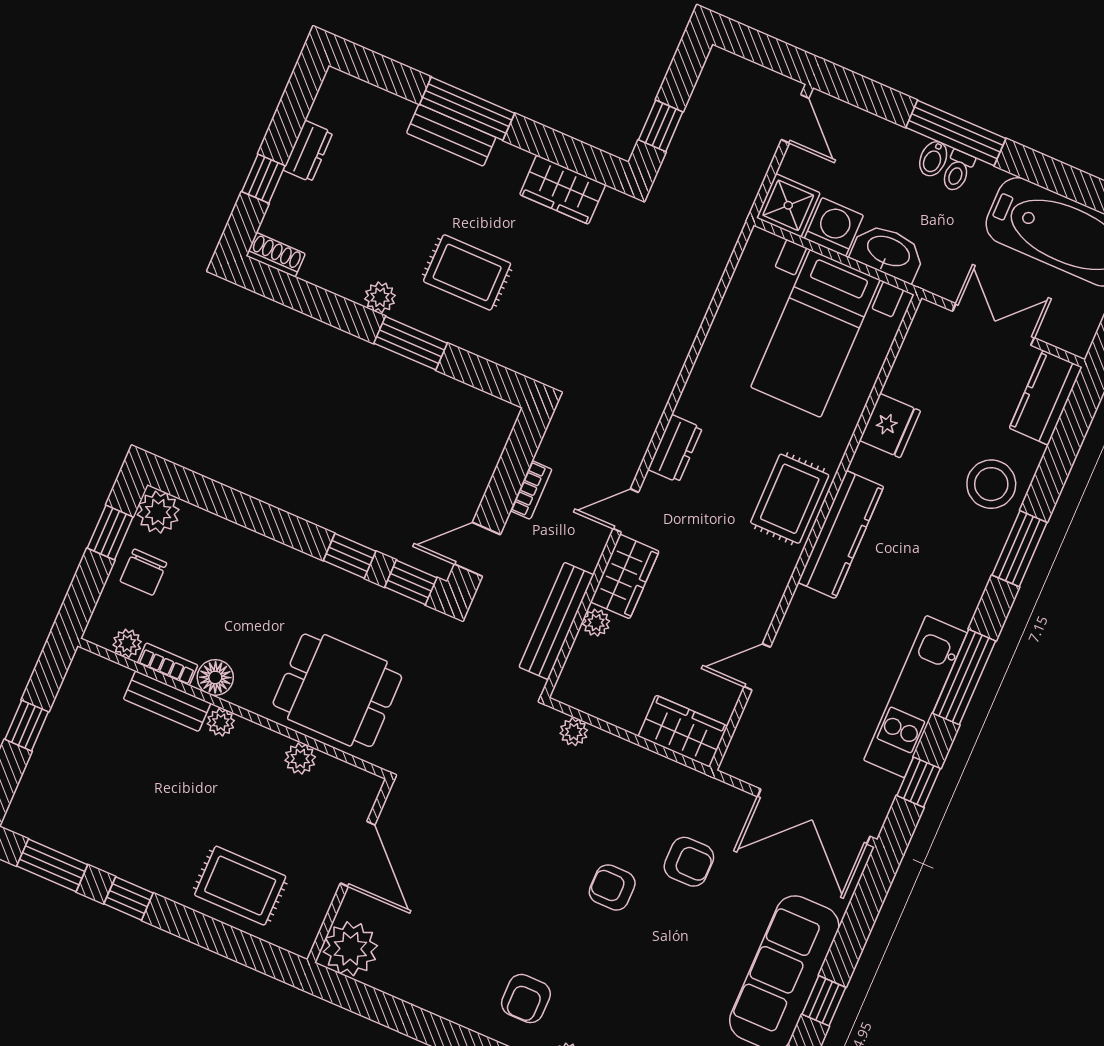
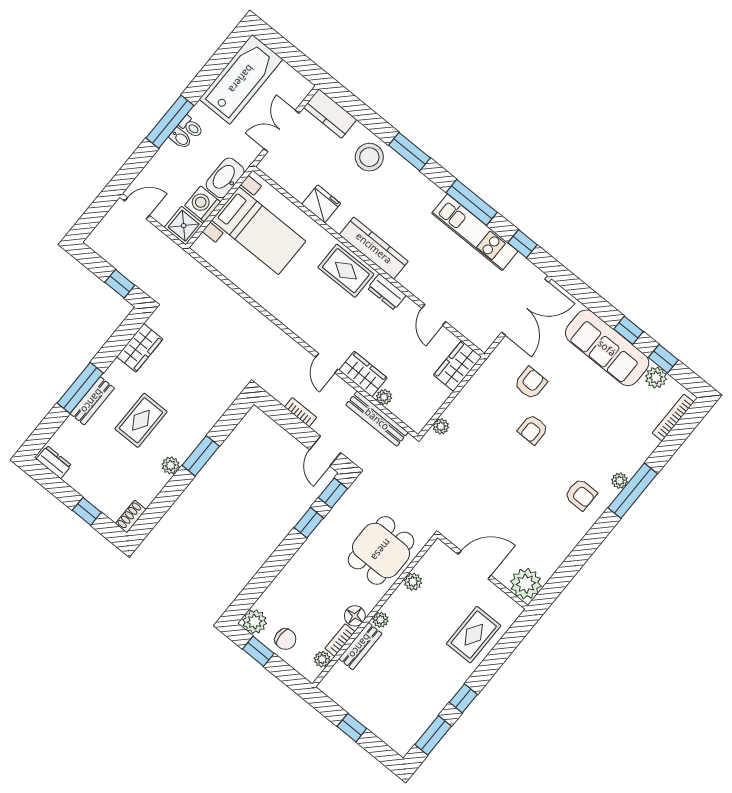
dresser: (308, 151) -> (54, 462), moved
rug: (467, 272) -> (141, 420), moved
dresser: (675, 449) -> (387, 292), moved, turned 180

